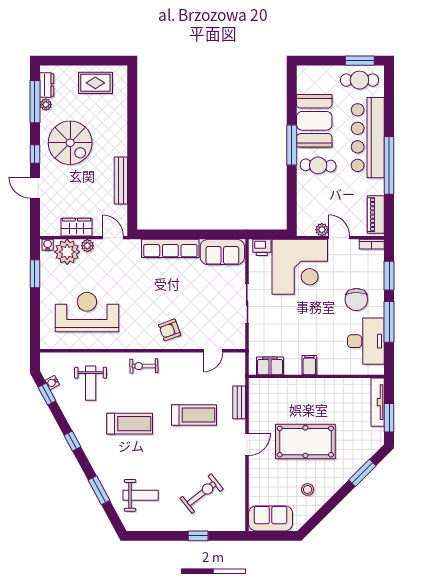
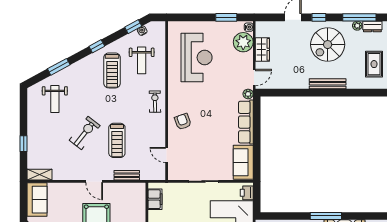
bench: (121, 180) -> (328, 84), moved
plant: (87, 246) -> (248, 94), moved
weight bench: (91, 383) -> (142, 60), turned -90
treadmill: (130, 424) -> (112, 70), moved
exercise bike: (202, 494) -> (85, 133), moved, turned -104
shelving: (238, 515) -> (40, 175), added

